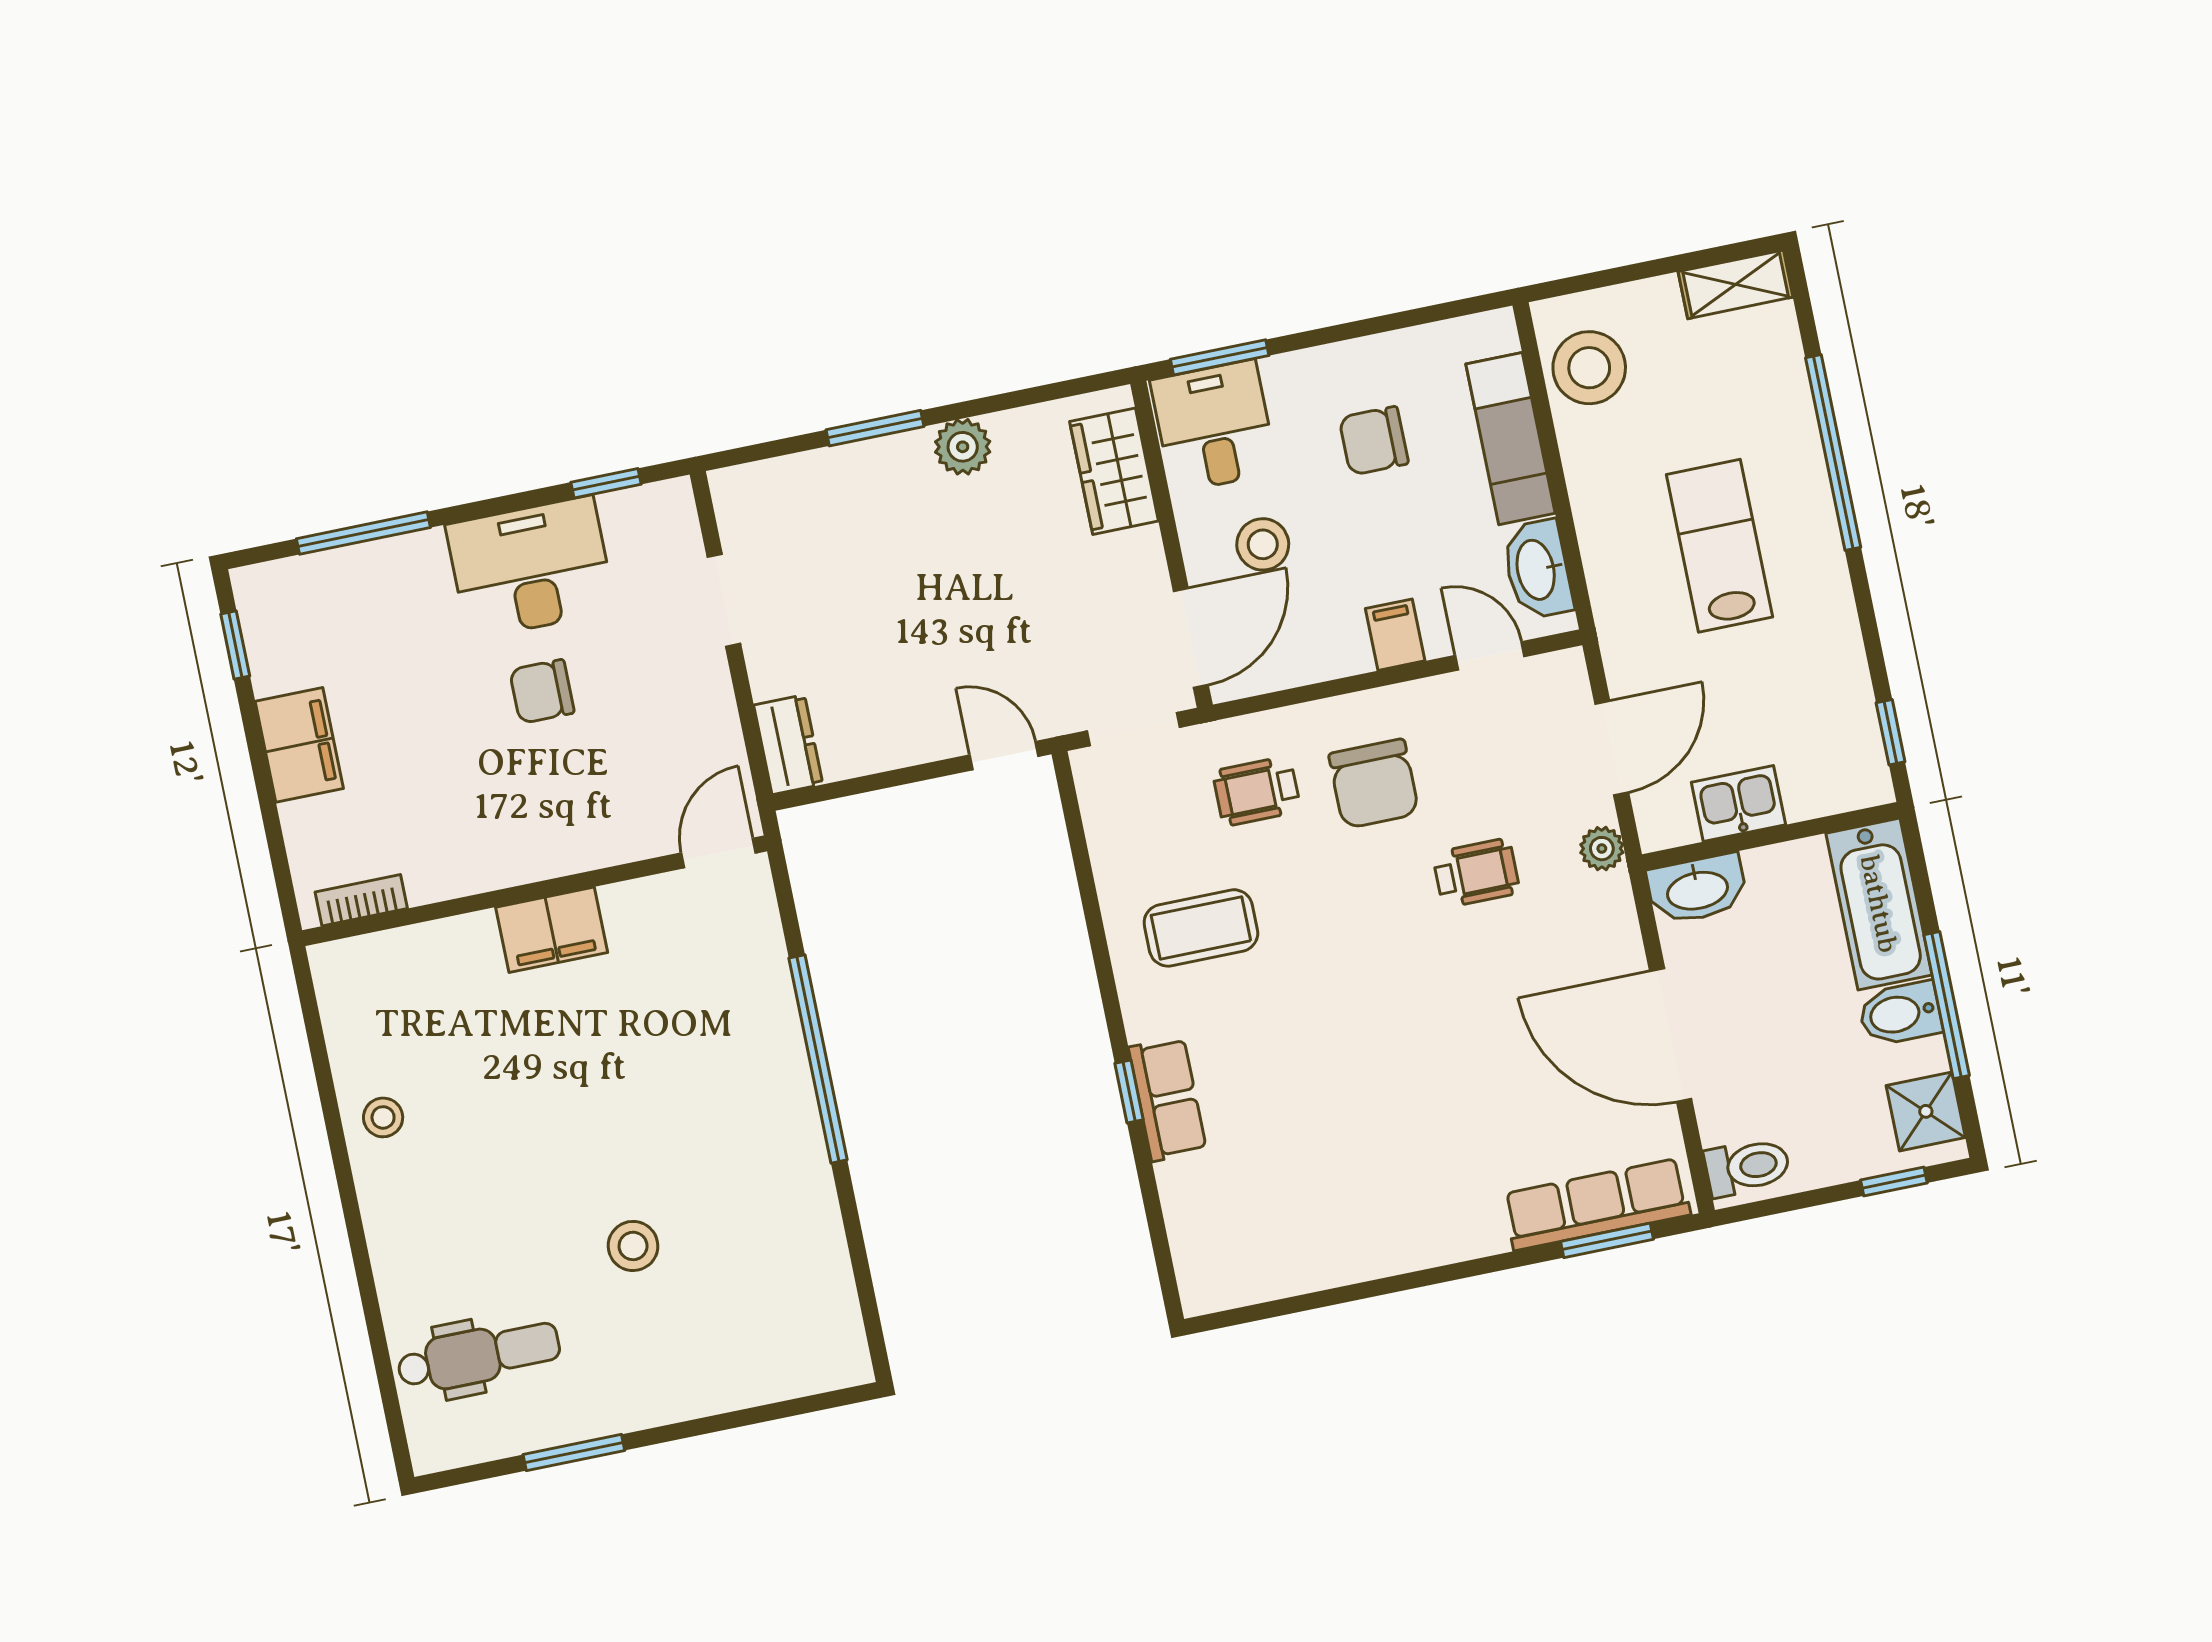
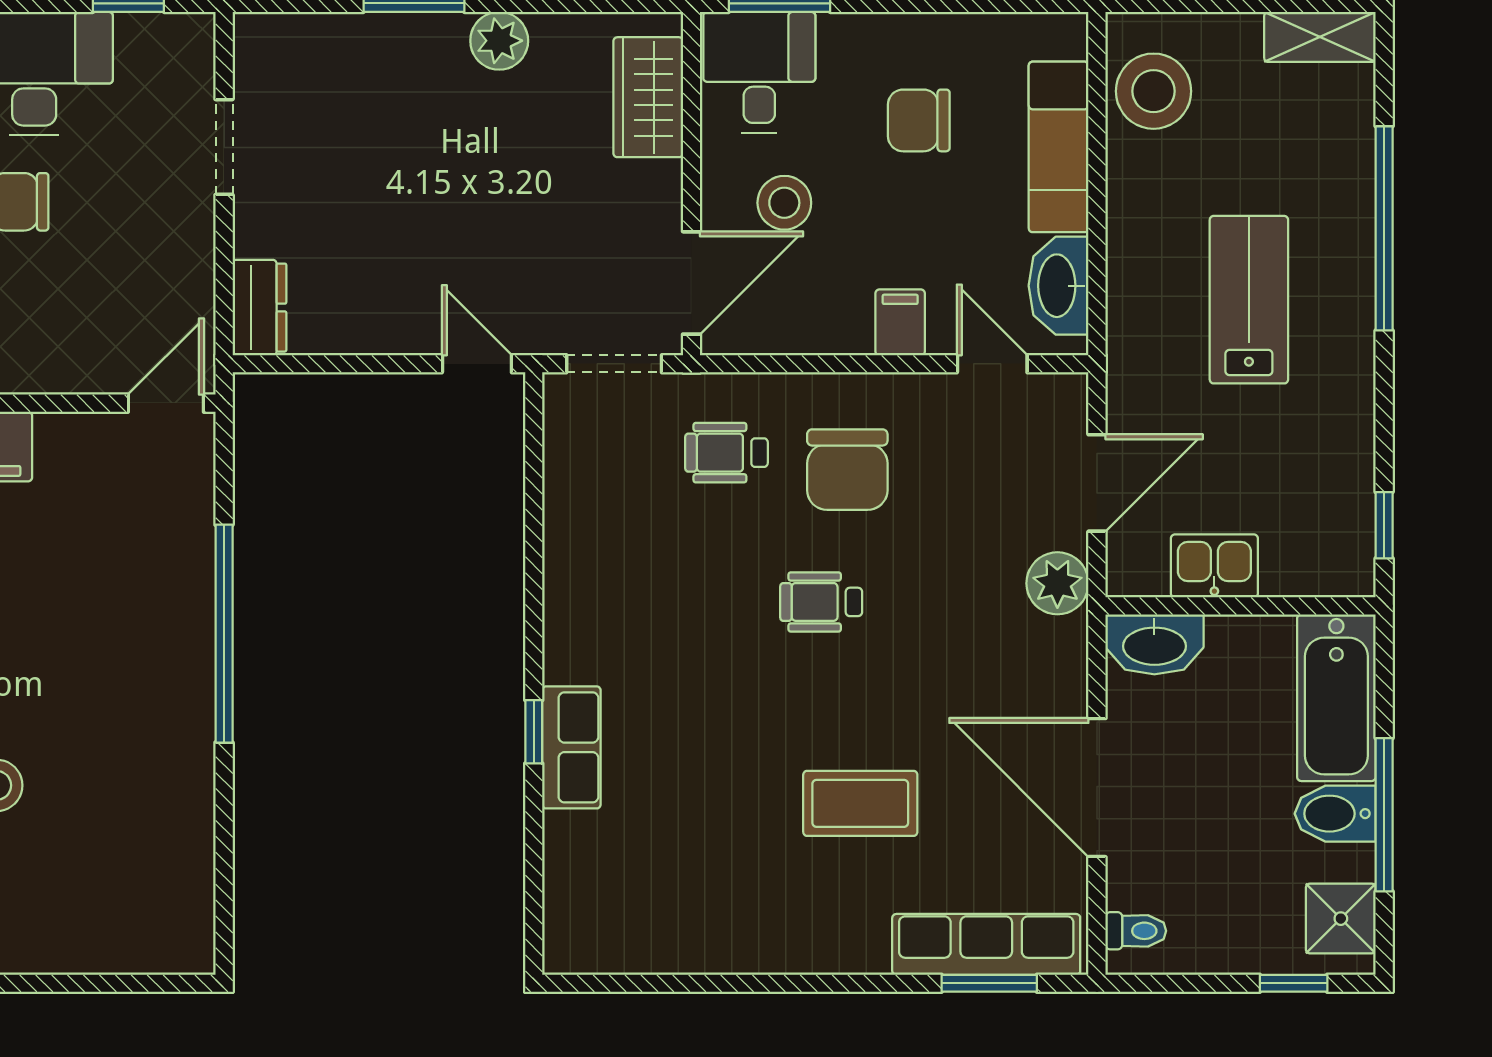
plant: (1602, 849) -> (1057, 583), width x1.38, depth x1.38
wheelchair: (1476, 873) -> (821, 602), moved, turned 180
coffee table: (1201, 928) -> (860, 803), moved
toilet: (1747, 1167) -> (1136, 931), width x0.73, depth x0.72

